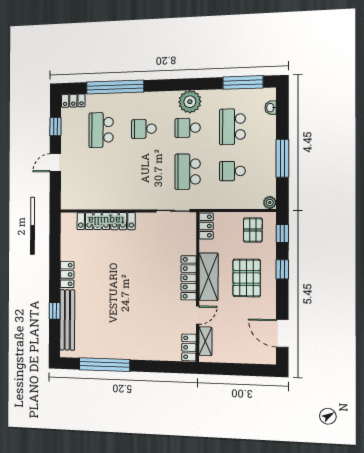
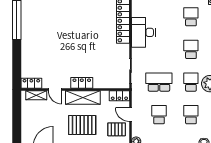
school desk: (232, 127) -> (191, 115), width x0.54
school desk: (101, 130) -> (191, 17), width x0.54
desk: (121, 194) -> (143, 32), added
door: (232, 211) -> (131, 115), added
locker: (189, 278) -> (82, 83), width x0.66

